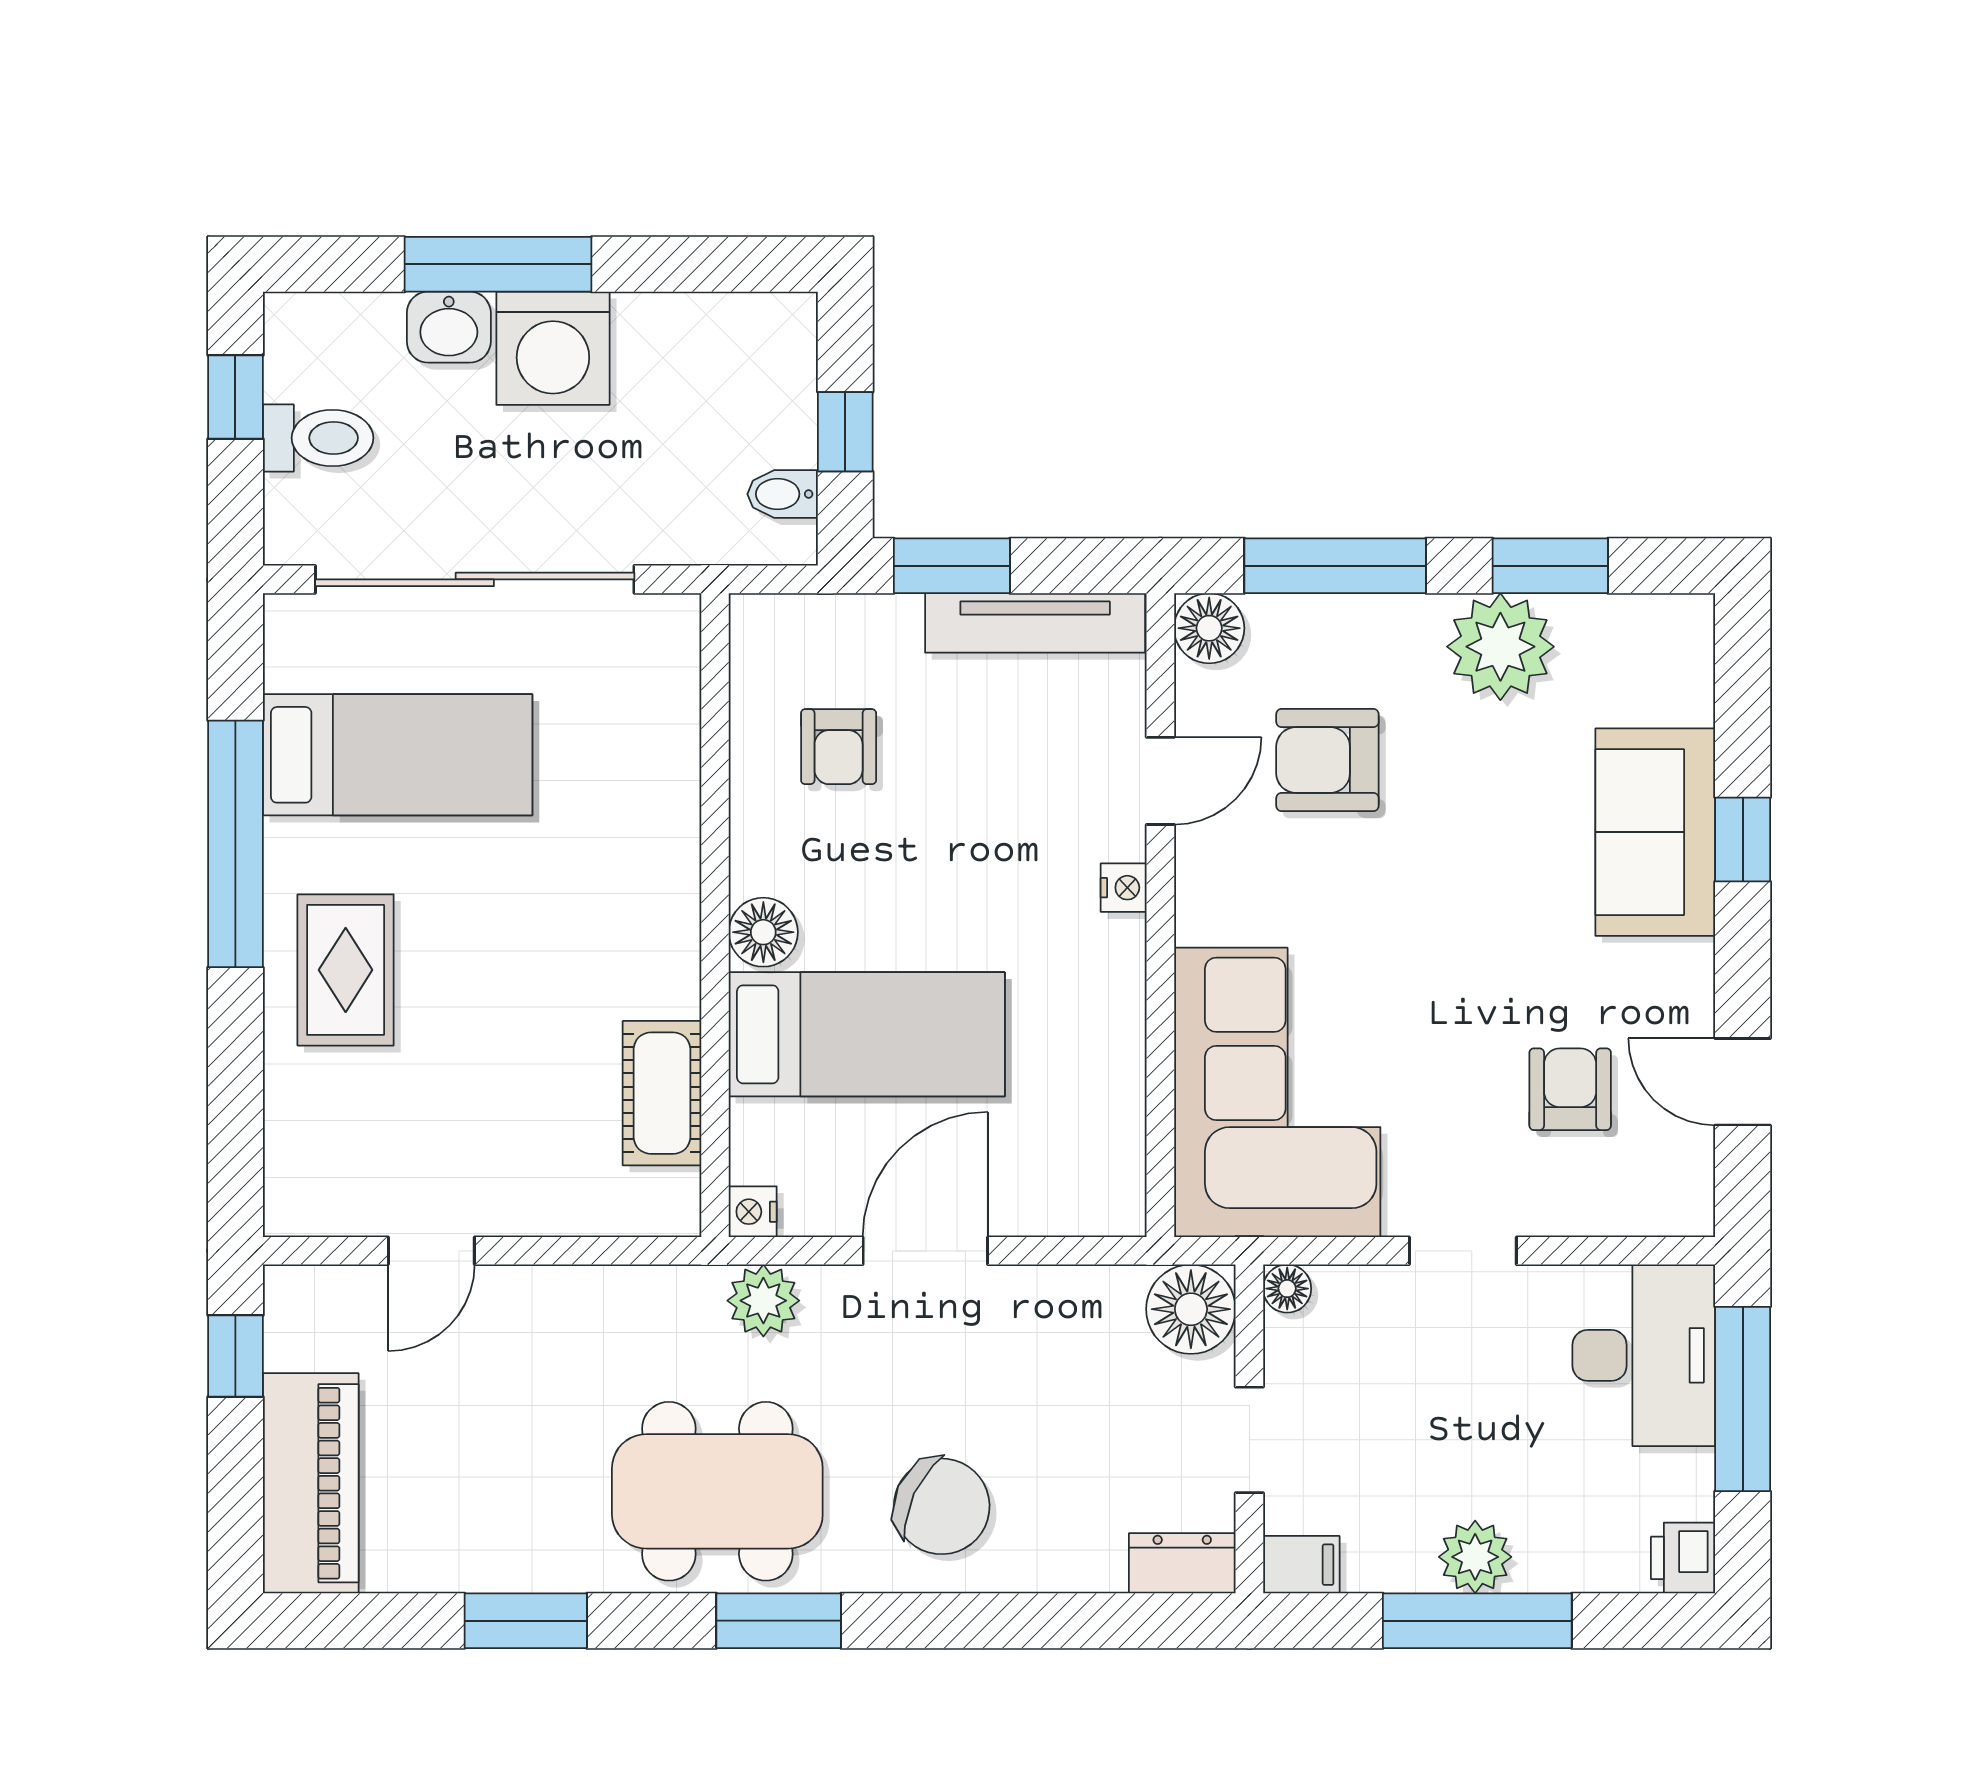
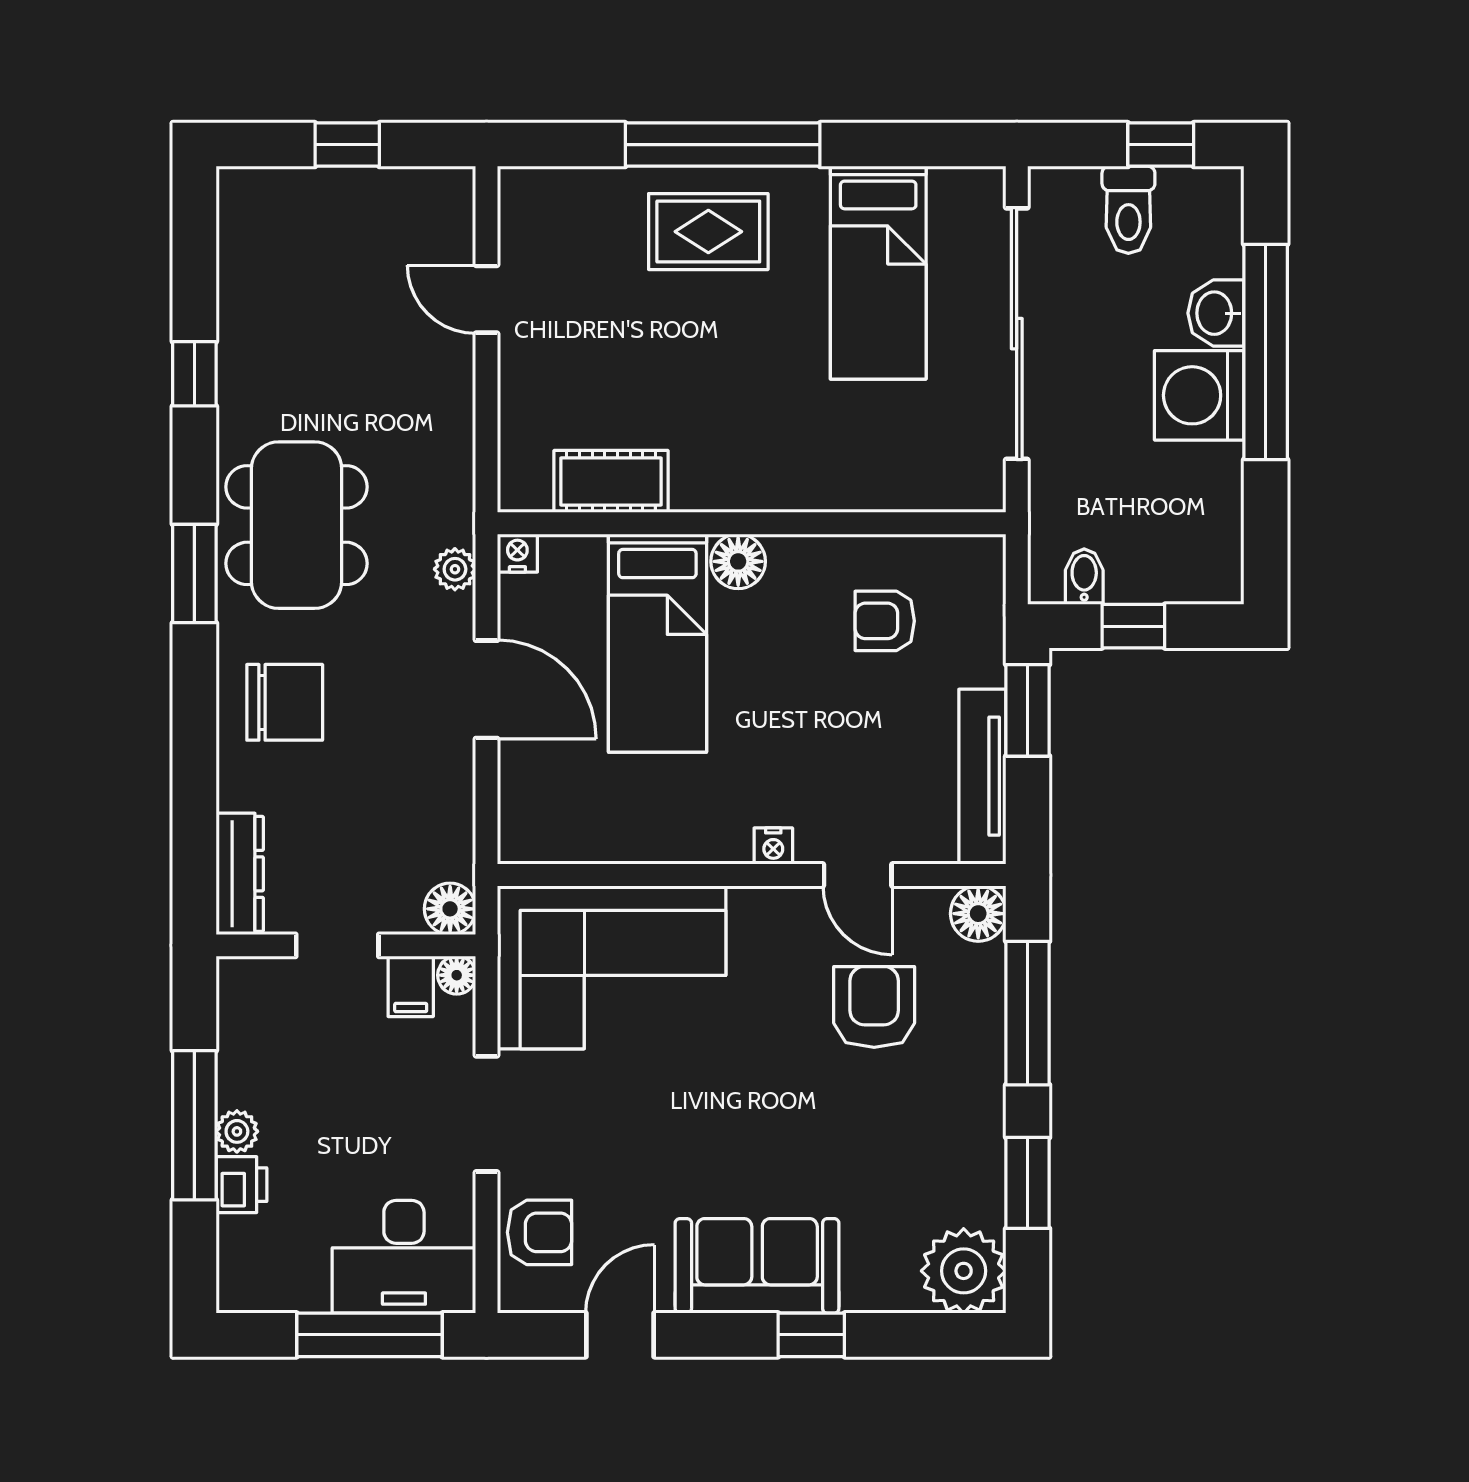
window: (498, 264) -> (1266, 352), width x1.46
plant: (1500, 647) -> (964, 1271), moved
sofa: (1655, 832) -> (757, 1266), moved
window: (235, 844) -> (723, 145), moved
armchair: (1570, 1089) -> (540, 1232), moved
doorway: (1463, 1251) -> (487, 1114), width x1.38
plant: (763, 1301) -> (455, 569), width x0.73, depth x0.73
floor lamp: (1191, 1309) -> (450, 909), width x0.73, depth x0.73
window: (235, 1356) -> (347, 145), moved
piano: (311, 1483) -> (303, 204), removed
chair: (942, 1506) -> (285, 702), turned -115
plant: (1475, 1557) -> (237, 1131), width x0.73, depth x0.73
printer: (1683, 1558) -> (241, 1185), moved, turned 90
dresser: (1182, 1563) -> (240, 874), width x1.44
filing cabinet: (1301, 1565) -> (411, 986), moved
window: (526, 1621) -> (194, 374), width x0.67

